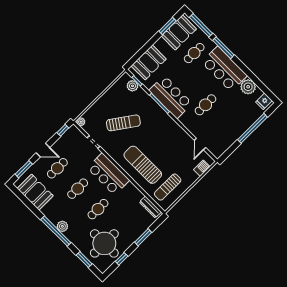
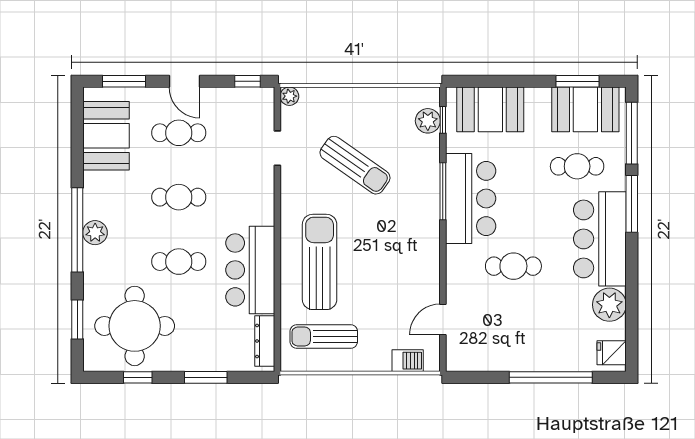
bar counter: (108, 174) -> (250, 270), moved

